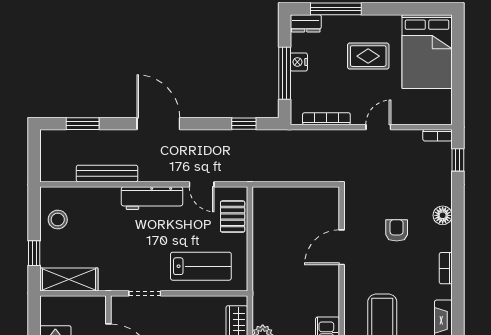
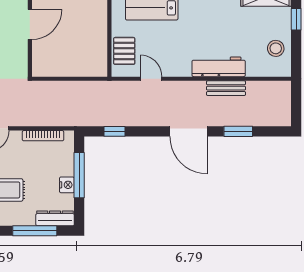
dresser: (306, 23) -> (55, 218), width x1.44
window: (83, 124) -> (238, 131), moved
bench: (107, 174) -> (226, 88), width x0.73
workbench: (152, 198) -> (219, 67), moved

